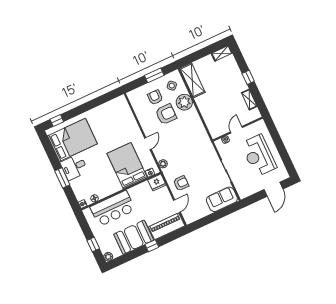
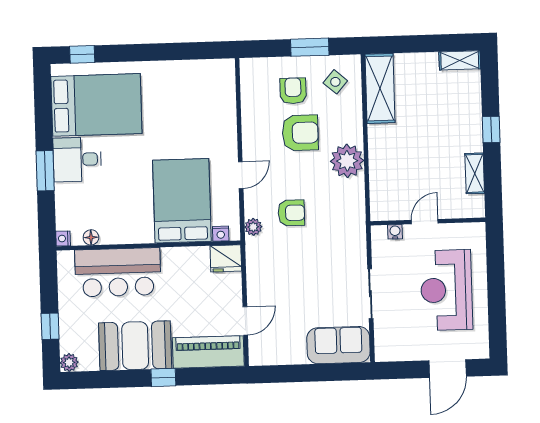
plant: (184, 102) -> (347, 161), moved
armchair: (181, 183) -> (291, 213), moved

